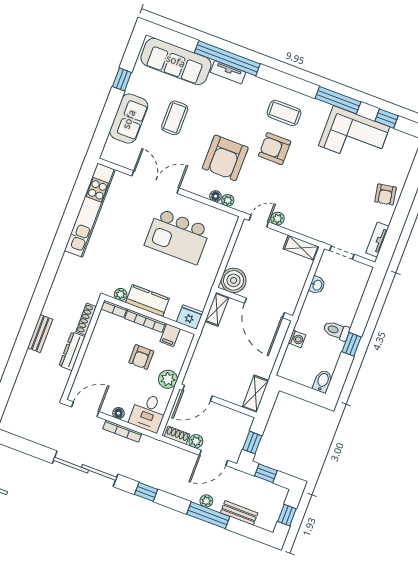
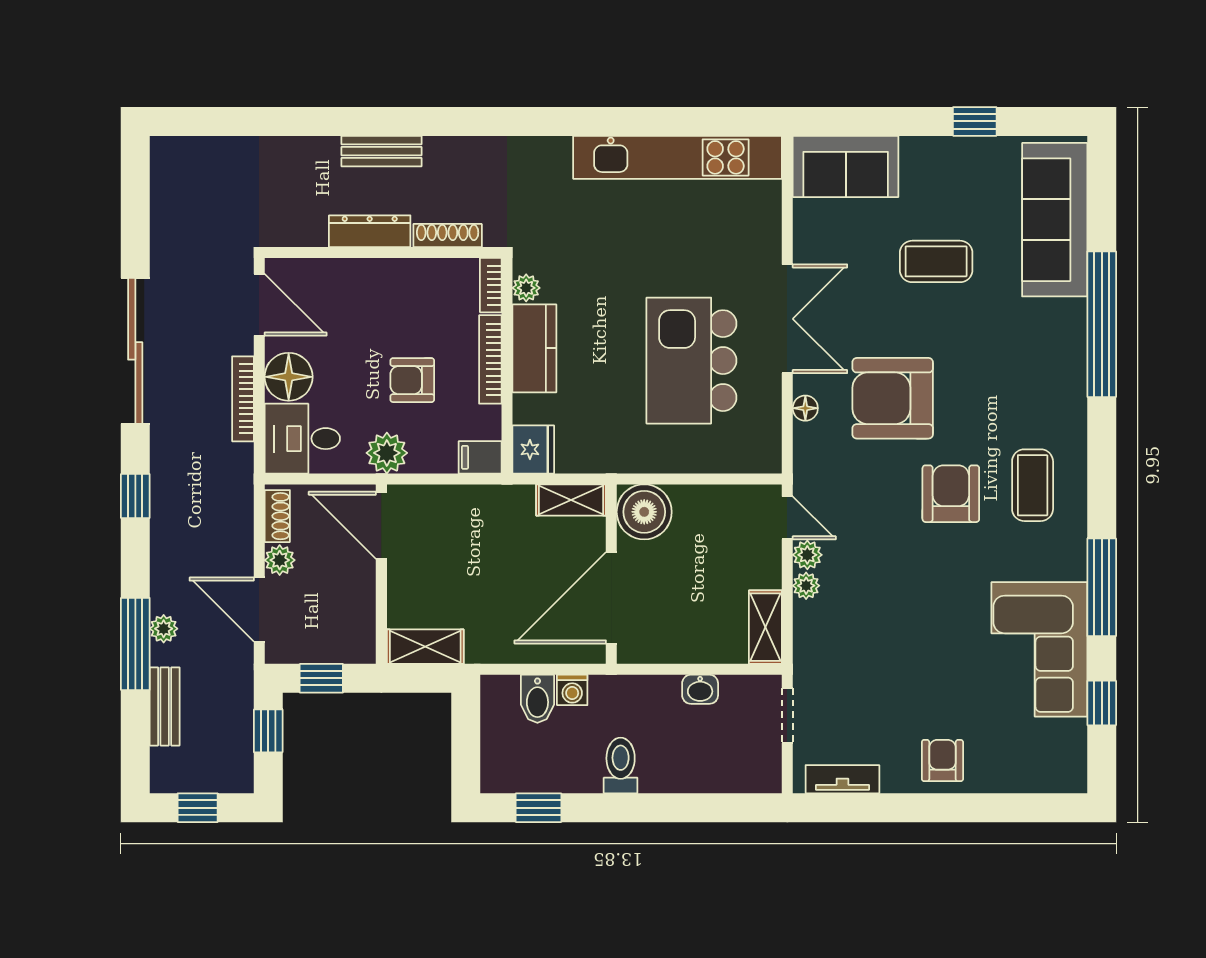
tv unit: (228, 72) -> (1073, 337), removed
sofa: (129, 119) -> (846, 166), moved
double door: (155, 182) -> (787, 319), moved
armchair: (385, 194) -> (942, 761), turned 100
plant: (228, 200) -> (806, 586), moved
filing cabinet: (170, 335) -> (480, 457), moved
window: (351, 344) -> (539, 808), moved
bidet: (323, 381) -> (537, 699), moved, turned 90
floor lamp: (118, 413) -> (289, 377), width x1.89, depth x1.89

